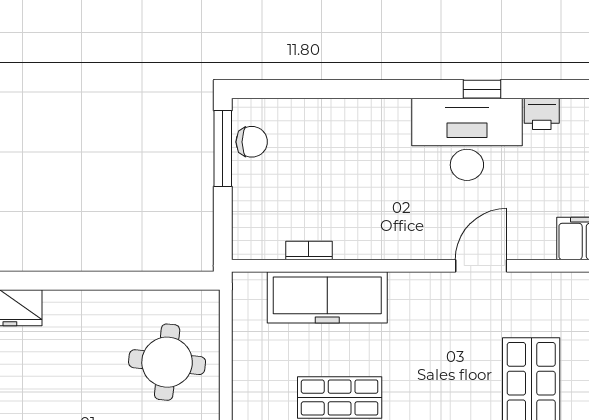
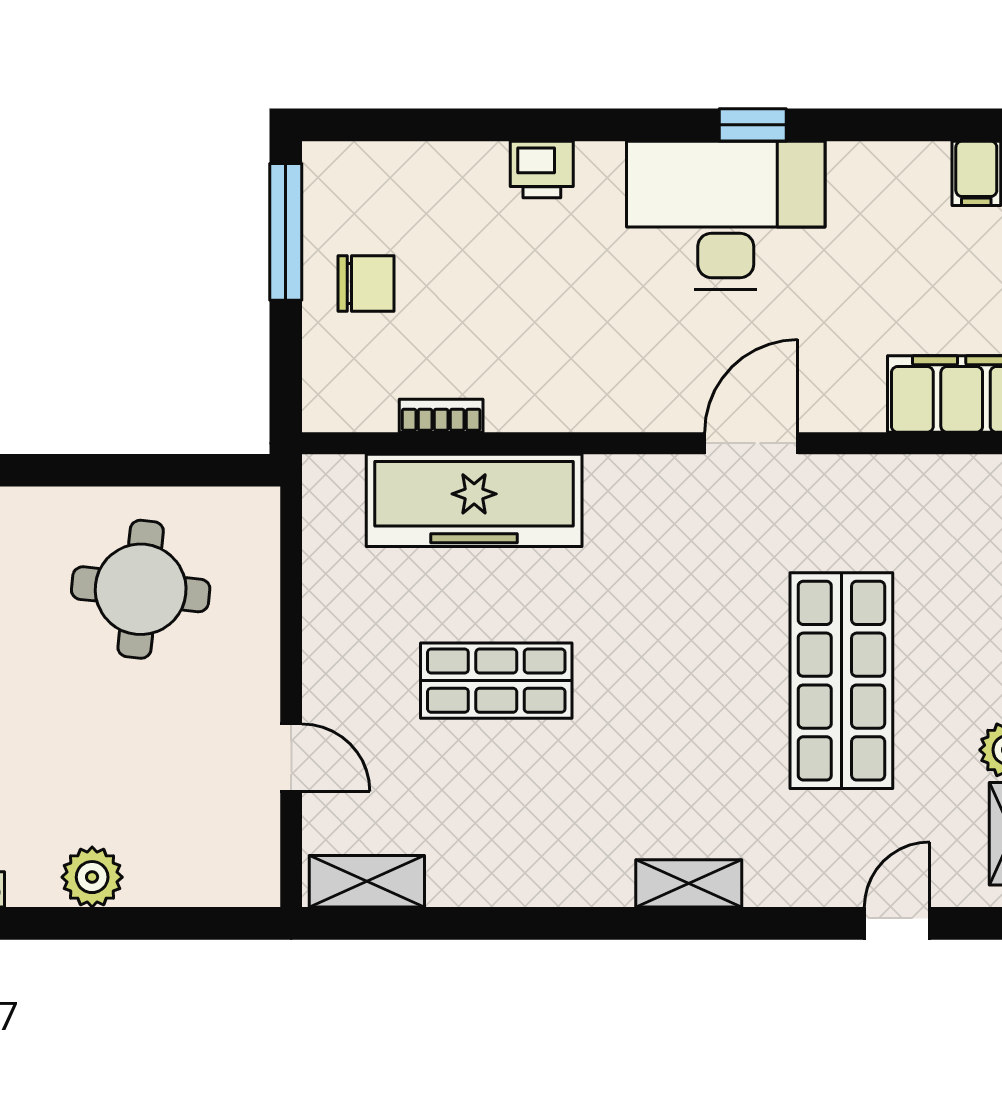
printer: (542, 114) -> (542, 169), moved
chair: (252, 142) -> (366, 284), moved
round table: (167, 362) -> (141, 589), moved

